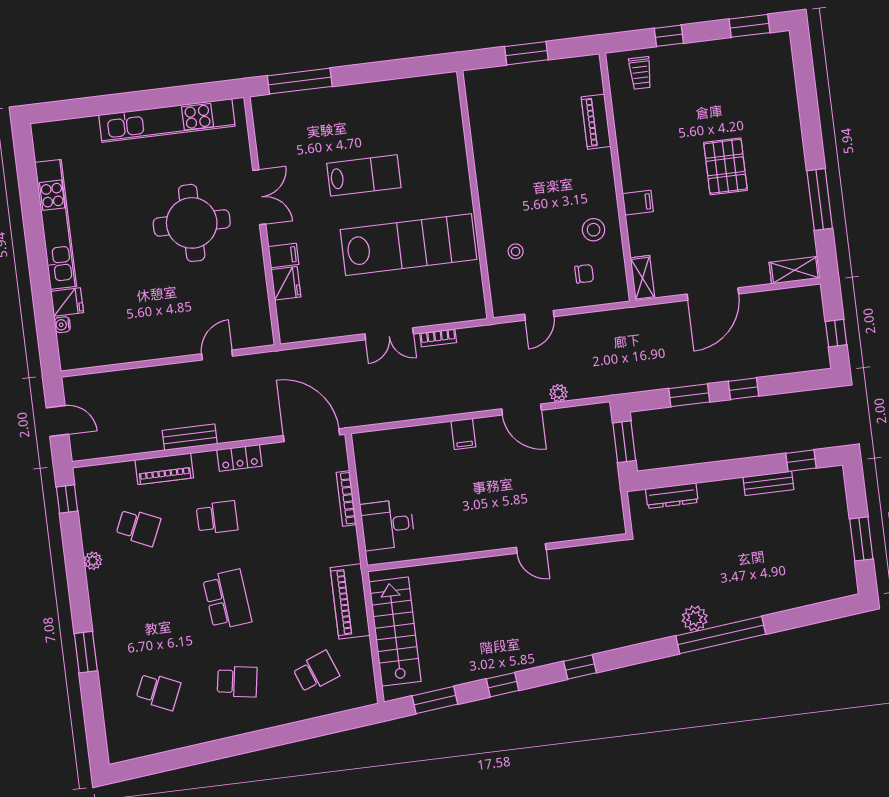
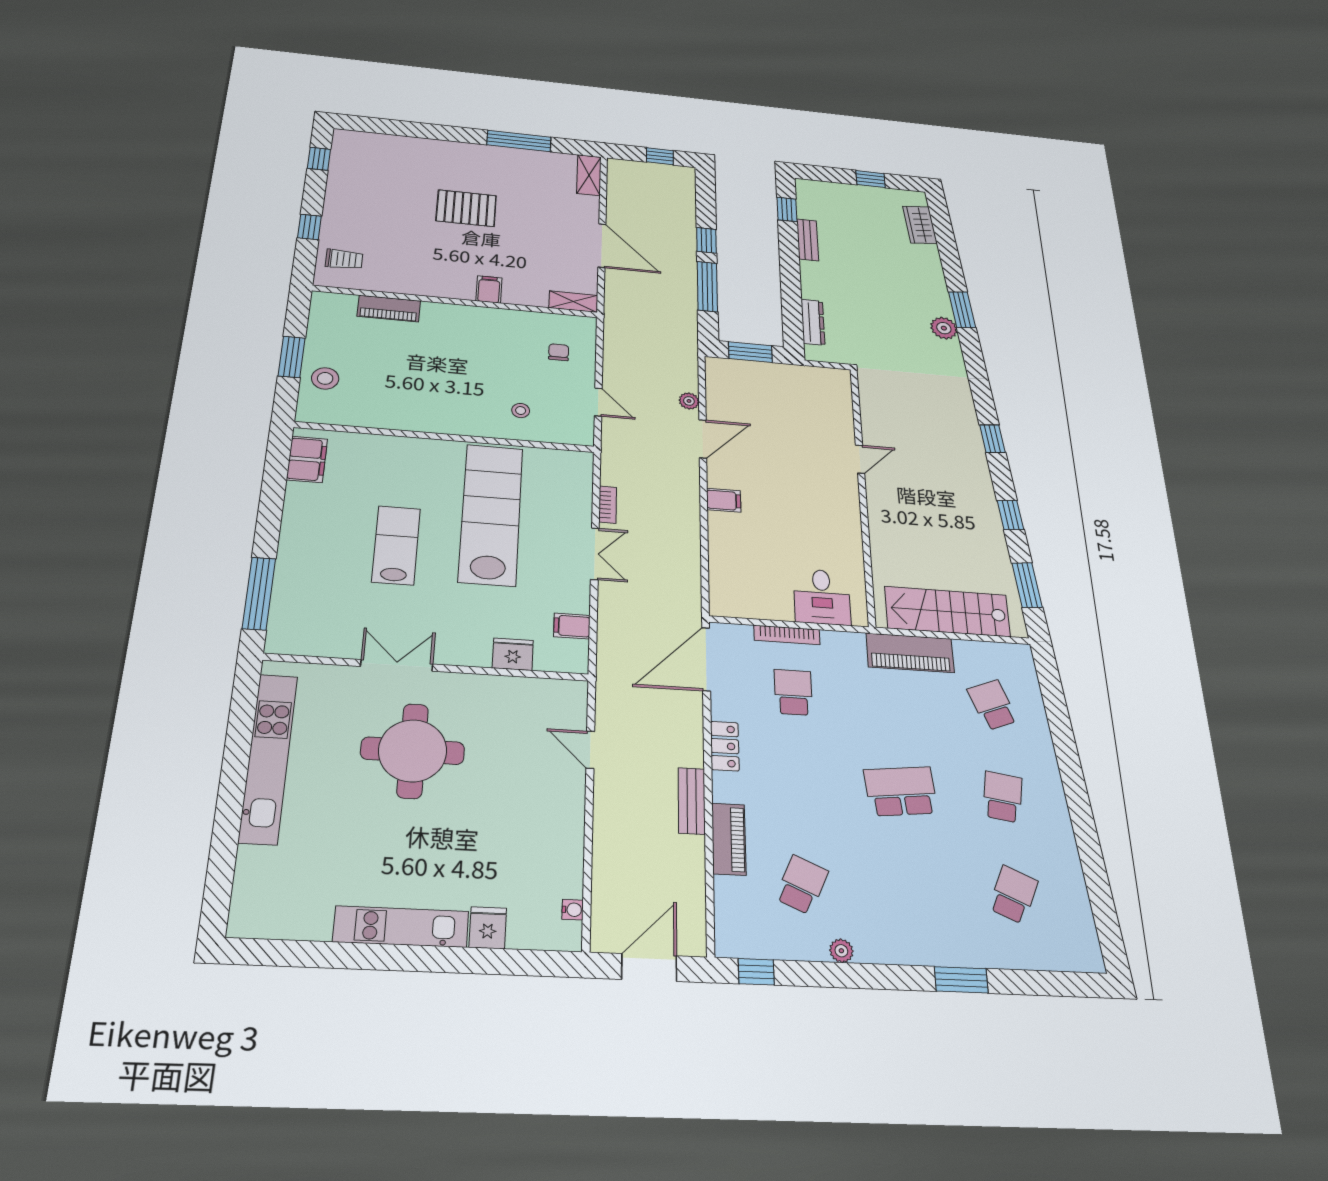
window: (750, 26) -> (319, 159), width x0.67
filing cabinet: (429, 89) -> (307, 459), added
kitchen unit: (56, 224) -> (401, 927), width x0.73
stool: (594, 230) -> (325, 378), moved
filing cabinet: (284, 256) -> (572, 626), moved, turned -90
water cooler: (62, 325) -> (573, 910), moved, turned -90
window: (689, 395) -> (707, 287), width x1.44
door: (57, 421) -> (649, 968), width x1.38
school desk: (217, 518) -> (793, 692), moved
window: (861, 539) -> (871, 179), width x0.67
wardrobe: (815, 590) -> (920, 225), added
window: (721, 635) -> (962, 310), width x0.47

